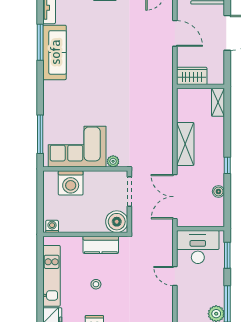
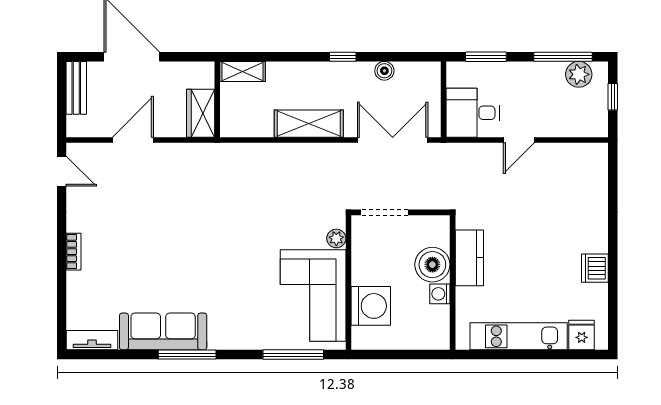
window: (40, 42) -> (187, 355), moved
double door: (175, 197) -> (393, 140), swing flipped
boiler: (117, 222) -> (432, 265), moved
washing machine: (52, 226) -> (440, 294), moved
desk: (198, 247) -> (473, 113), width x0.73
stool: (96, 284) -> (532, 266), removed

